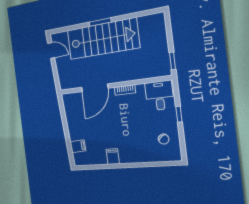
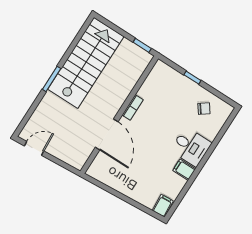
stairs: (103, 39) -> (86, 63), moved
desk: (159, 96) -> (191, 147), moved, turned 180
filing cabinet: (78, 146) -> (163, 206), moved

